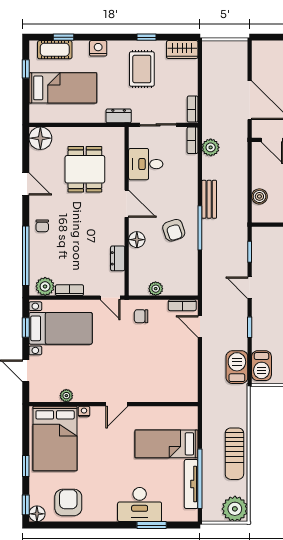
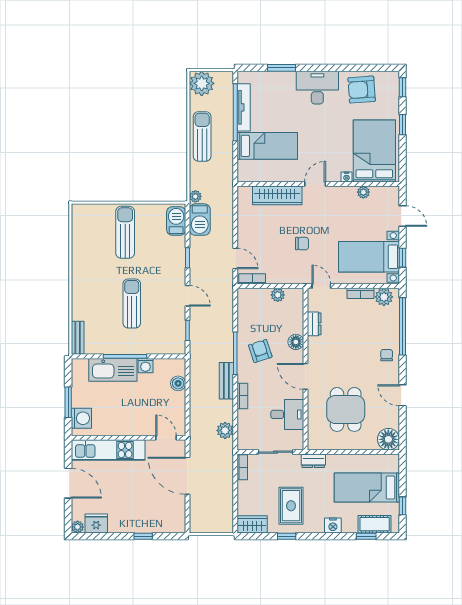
bookcase: (193, 140) -> (242, 396), moved
chair: (141, 316) -> (302, 244), moved
plant: (241, 391) -> (195, 196), added
wardrobe: (156, 392) -> (277, 195), added
armchair: (68, 502) -> (362, 90), turned 86
desk: (140, 505) -> (317, 88), moved
floor lamp: (37, 514) -> (392, 79), removed

